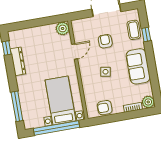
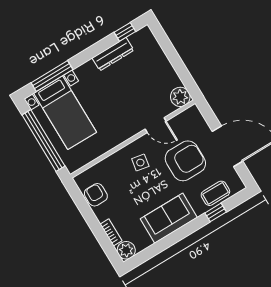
armchair: (105, 41) -> (185, 161), width x1.88, depth x1.88
side table: (106, 72) -> (140, 163), moved
bed with nightstands: (60, 100) -> (65, 113), moved, turned 90

